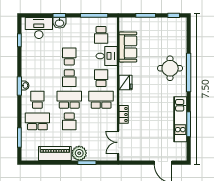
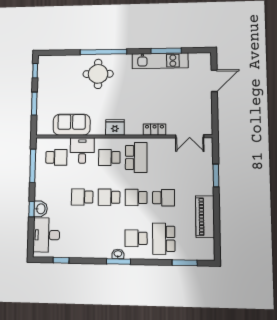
school desk: (69, 78) -> (109, 197), turned 180
school desk: (69, 100) -> (136, 197), width x0.54
school desk: (101, 100) -> (136, 157), turned 180
plant: (79, 153) -> (204, 185), removed

